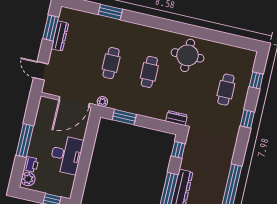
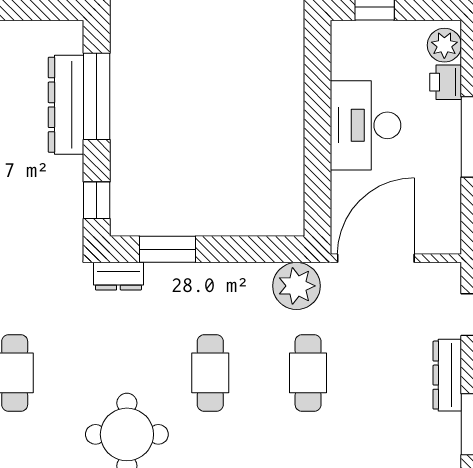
dresser: (60, 36) -> (447, 375), moved
plant: (102, 101) -> (297, 286), width x1.88, depth x1.88
window: (124, 117) -> (167, 249), moved

